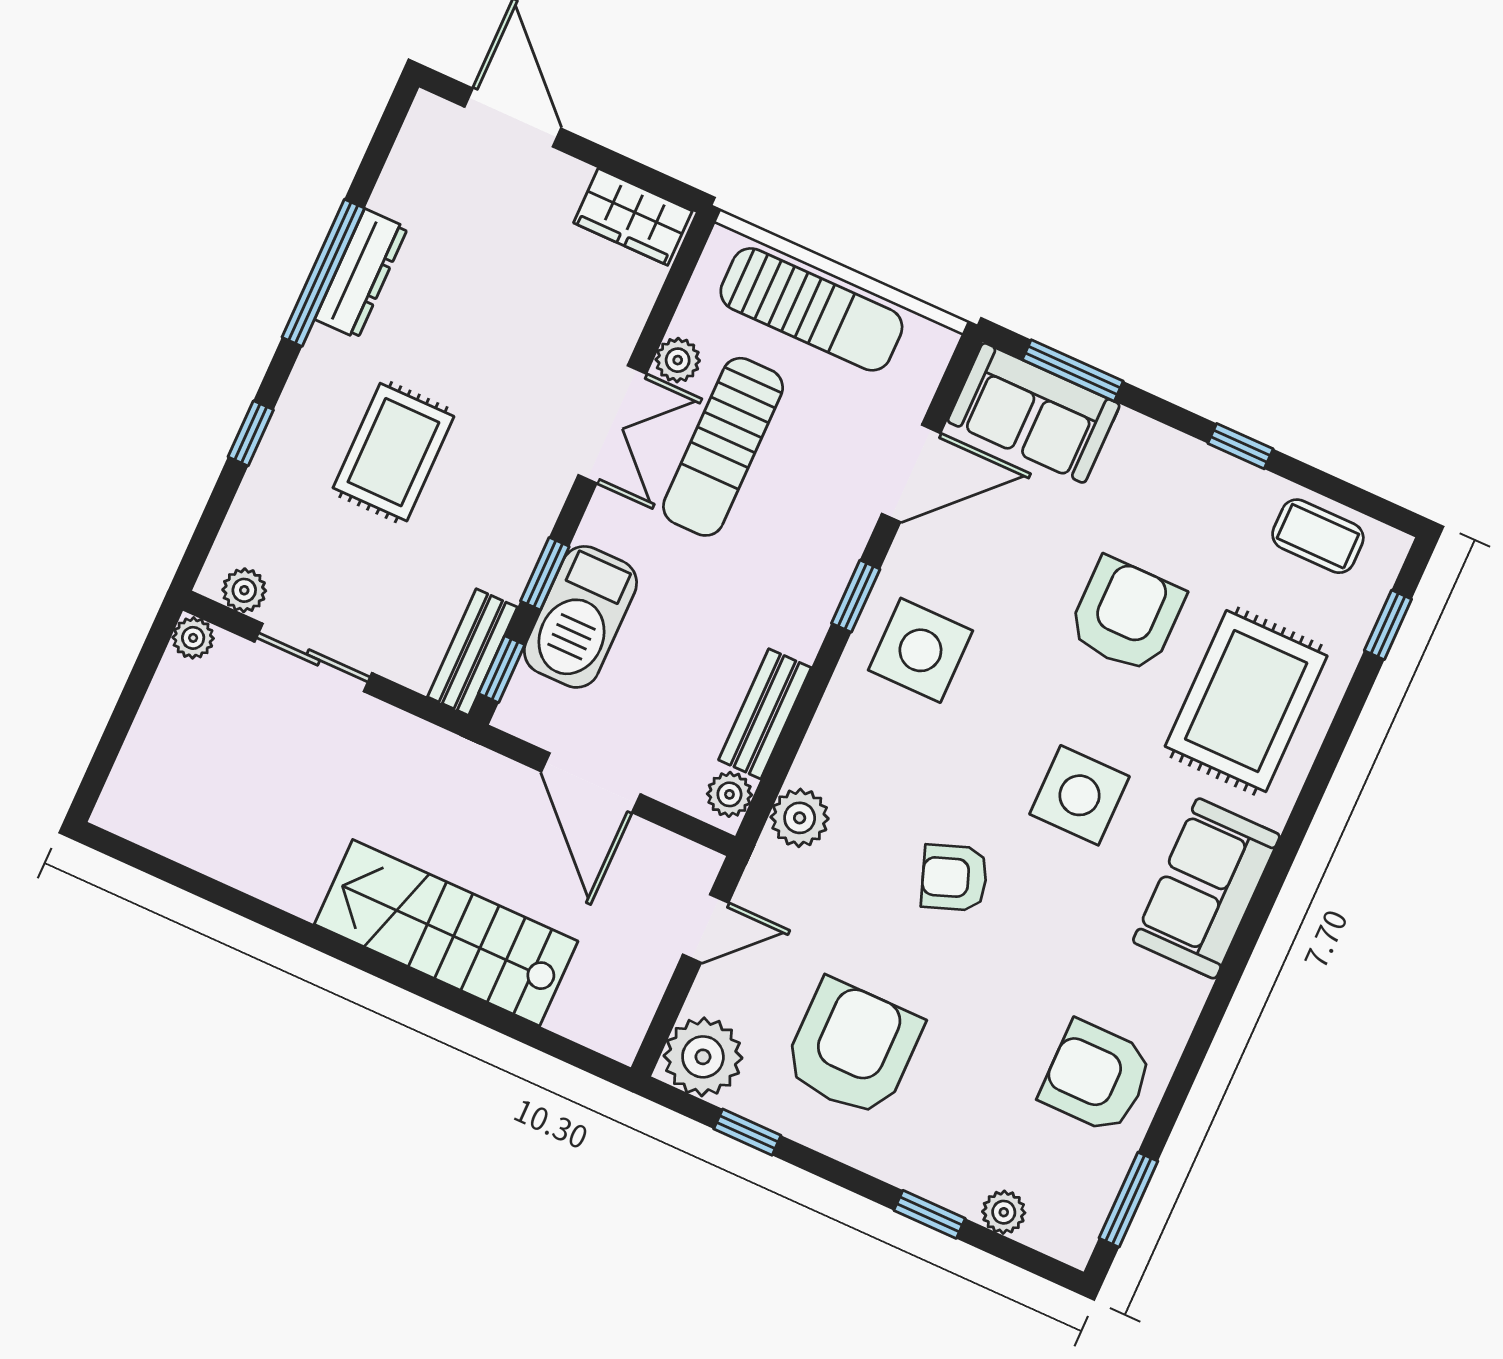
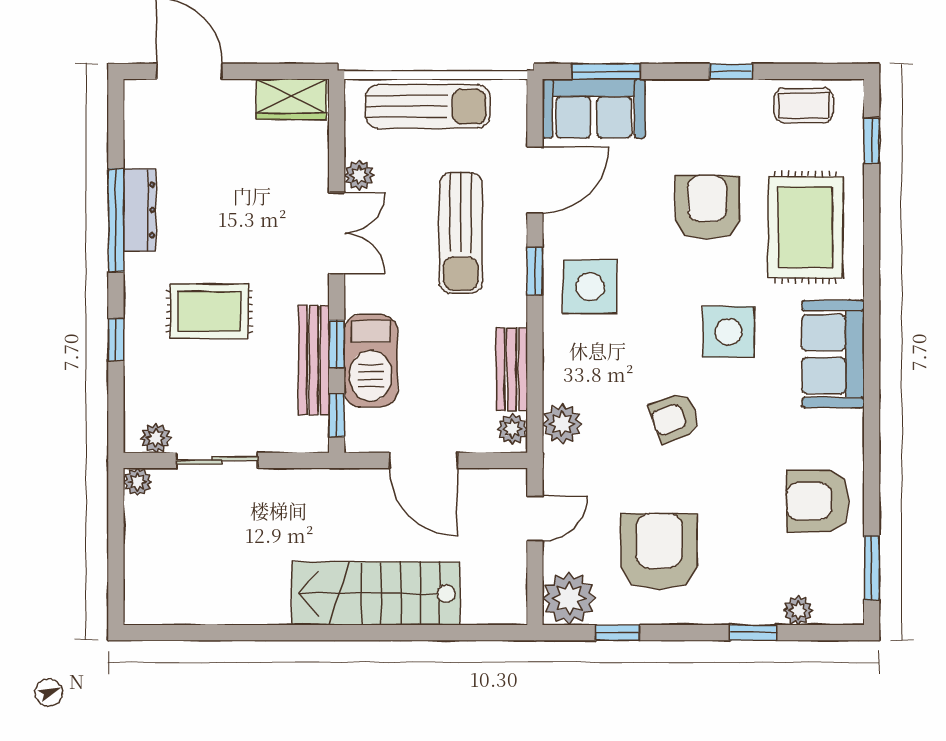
sun lounger: (723, 447) -> (461, 233), moved
rug: (393, 452) -> (209, 311), turned 90
bench: (472, 652) -> (314, 360), moved, width x1.36

